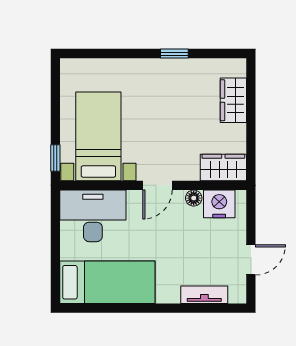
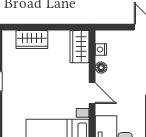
nightstand: (219, 204) -> (101, 50), width x0.53, depth x0.56

